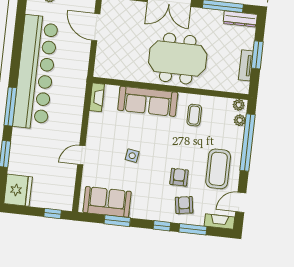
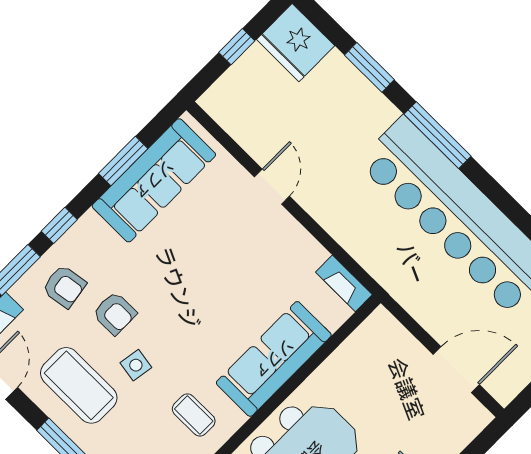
side table: (132, 156) -> (136, 365), moved
sofa: (107, 202) -> (154, 180), width x1.36
window: (53, 214) -> (237, 47), moved

